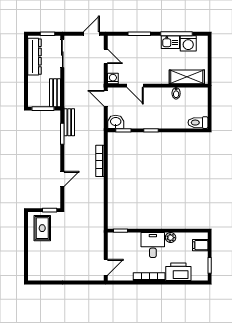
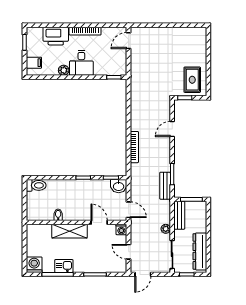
washing machine: (188, 43) -> (34, 265), moved
shelving: (187, 77) -> (70, 231), moved
plant: (69, 79) -> (166, 229), added

